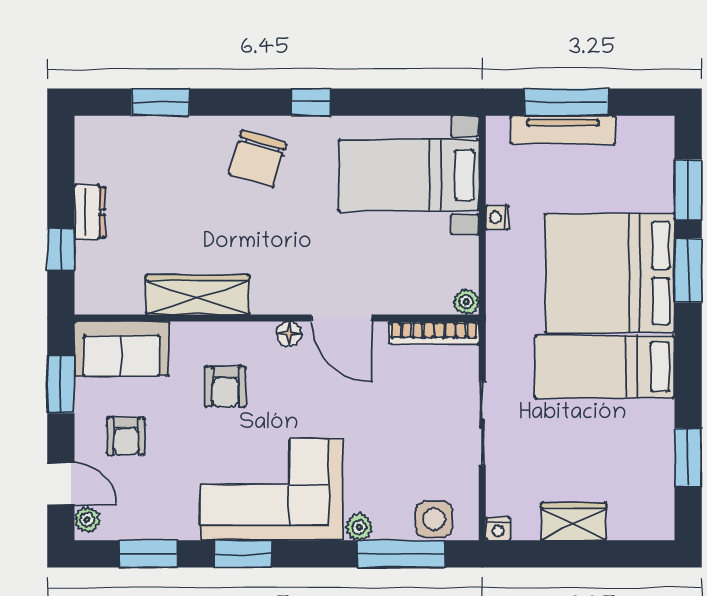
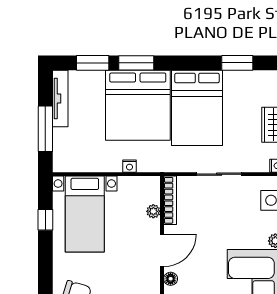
window: (311, 102) -> (45, 220), moved
tv unit: (563, 130) -> (60, 99), moved
nightstand: (497, 217) -> (129, 166), moved
plant: (466, 302) -> (153, 211), moved
bed: (605, 367) -> (197, 108), width x1.50

